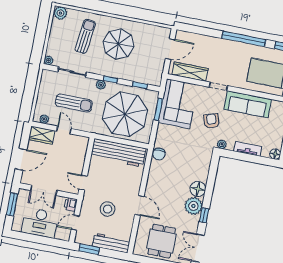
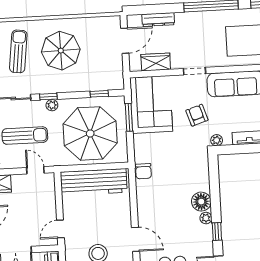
dresser: (200, 39) -> (158, 19), added
wardrobe: (190, 72) -> (156, 62), width x0.67
window: (110, 79) -> (48, 97), moved
door: (64, 130) -> (35, 170), moved
door: (83, 183) -> (60, 229), hinge flipped
plant: (193, 206) -> (206, 218), width x0.53, depth x0.53

